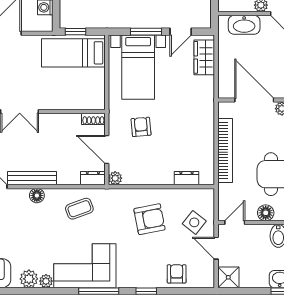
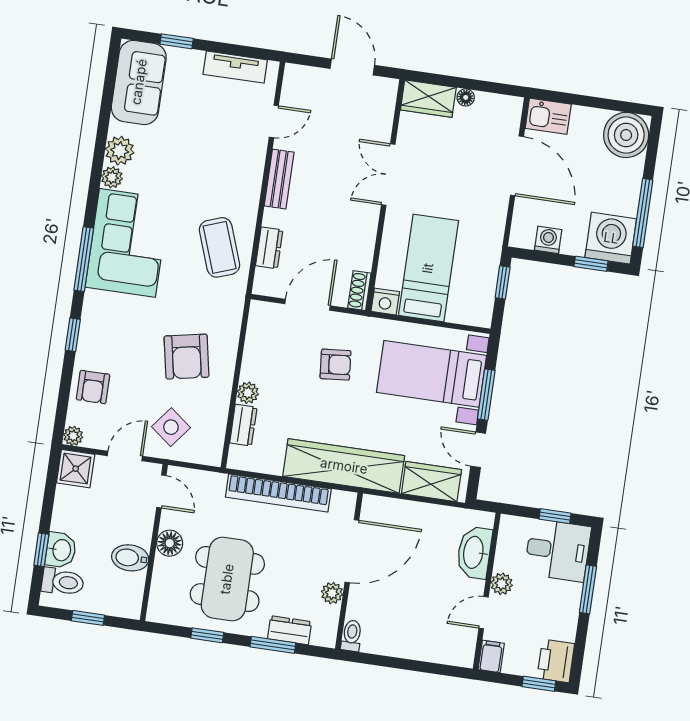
bed: (73, 53) -> (428, 268), moved
nightstand: (98, 102) -> (385, 302), added
wardrobe: (203, 113) -> (344, 466), added
bench: (32, 178) -> (279, 179), width x0.73
dresser: (93, 178) -> (269, 248), moved
plant: (115, 178) -> (248, 393), moved
floor lamp: (37, 196) -> (250, 183), removed
coffee table: (79, 209) -> (220, 247), width x1.36, depth x1.30
armchair: (177, 274) -> (93, 387), turned 90
plant: (208, 282) -> (73, 436), added

